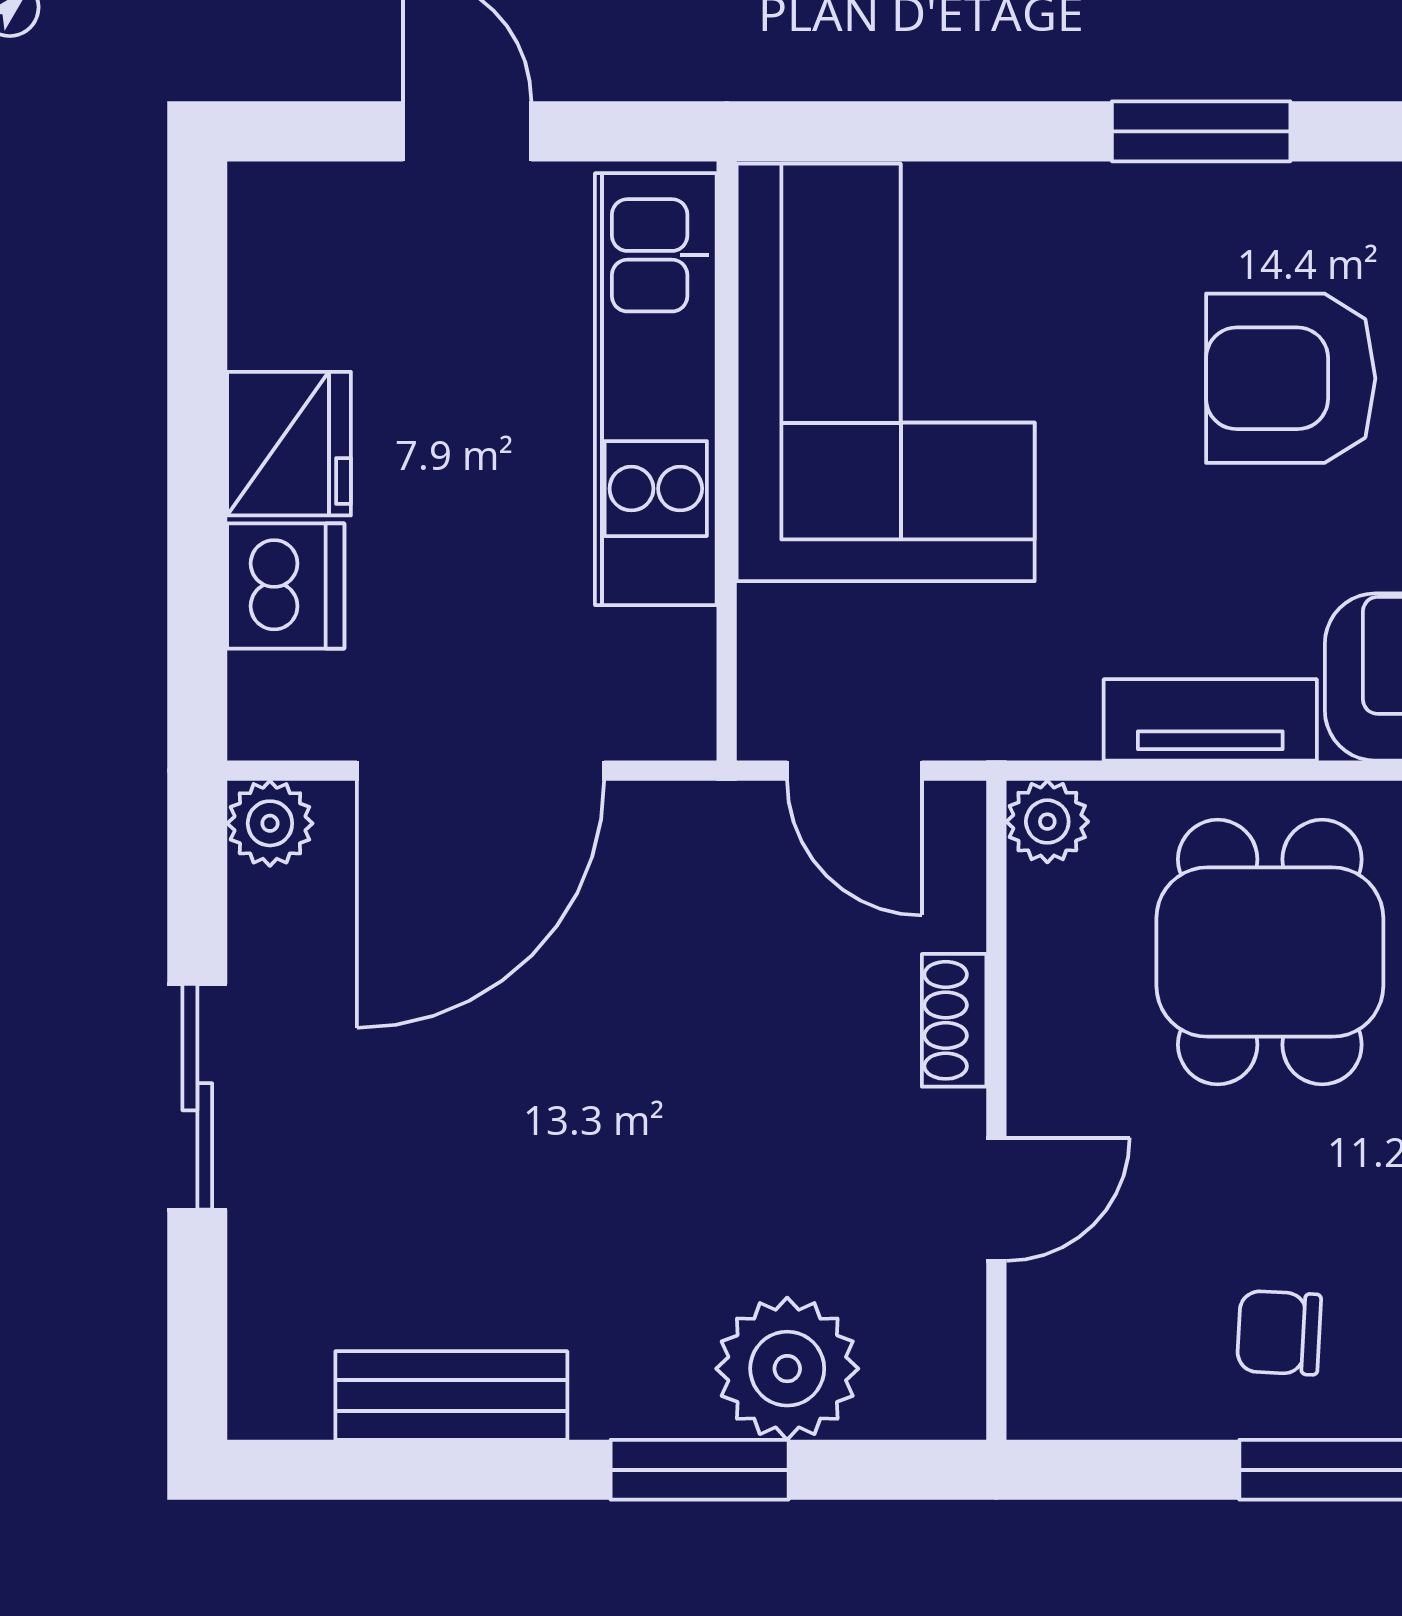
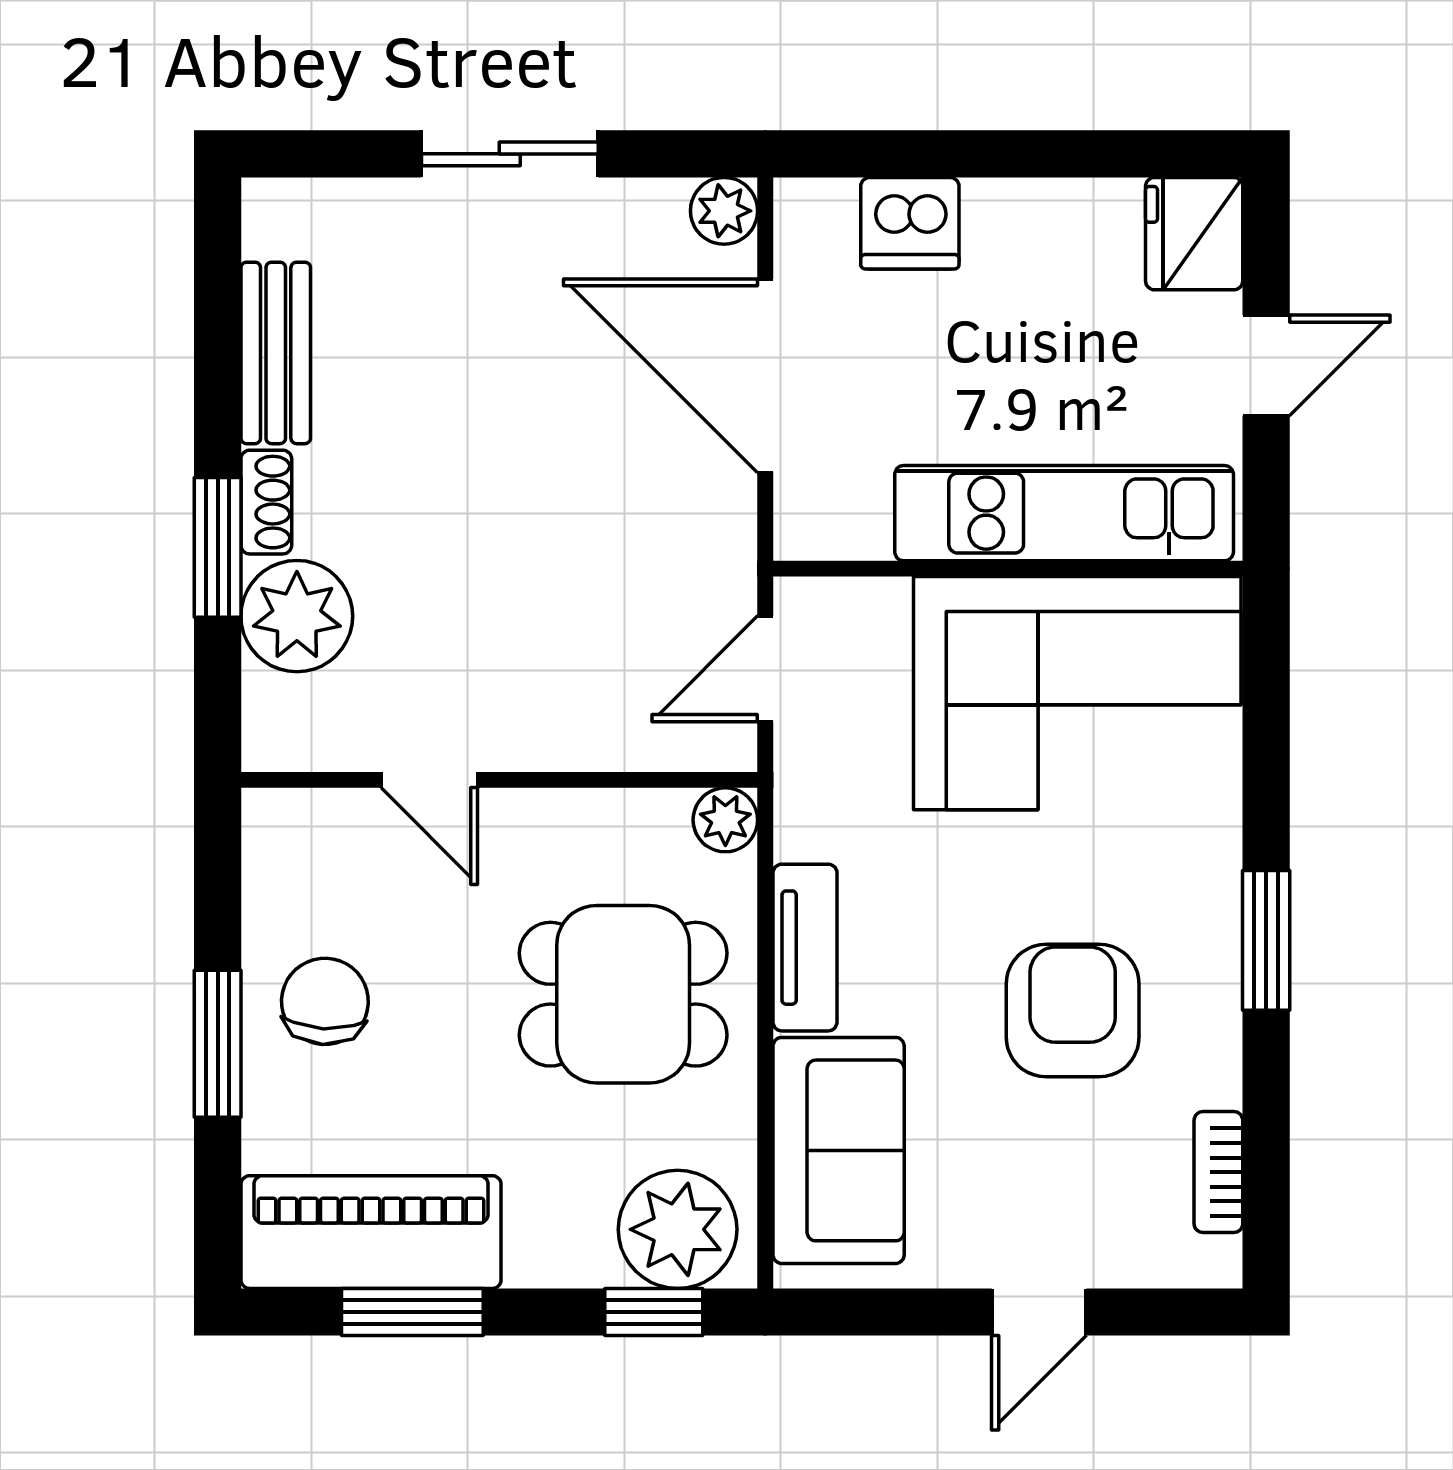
fridge: (289, 444) -> (1194, 234), moved, turned 90
shoe rack: (954, 1020) -> (266, 502), moved, turned 90
chair: (1279, 1333) -> (325, 1001), width x1.37, depth x1.37

